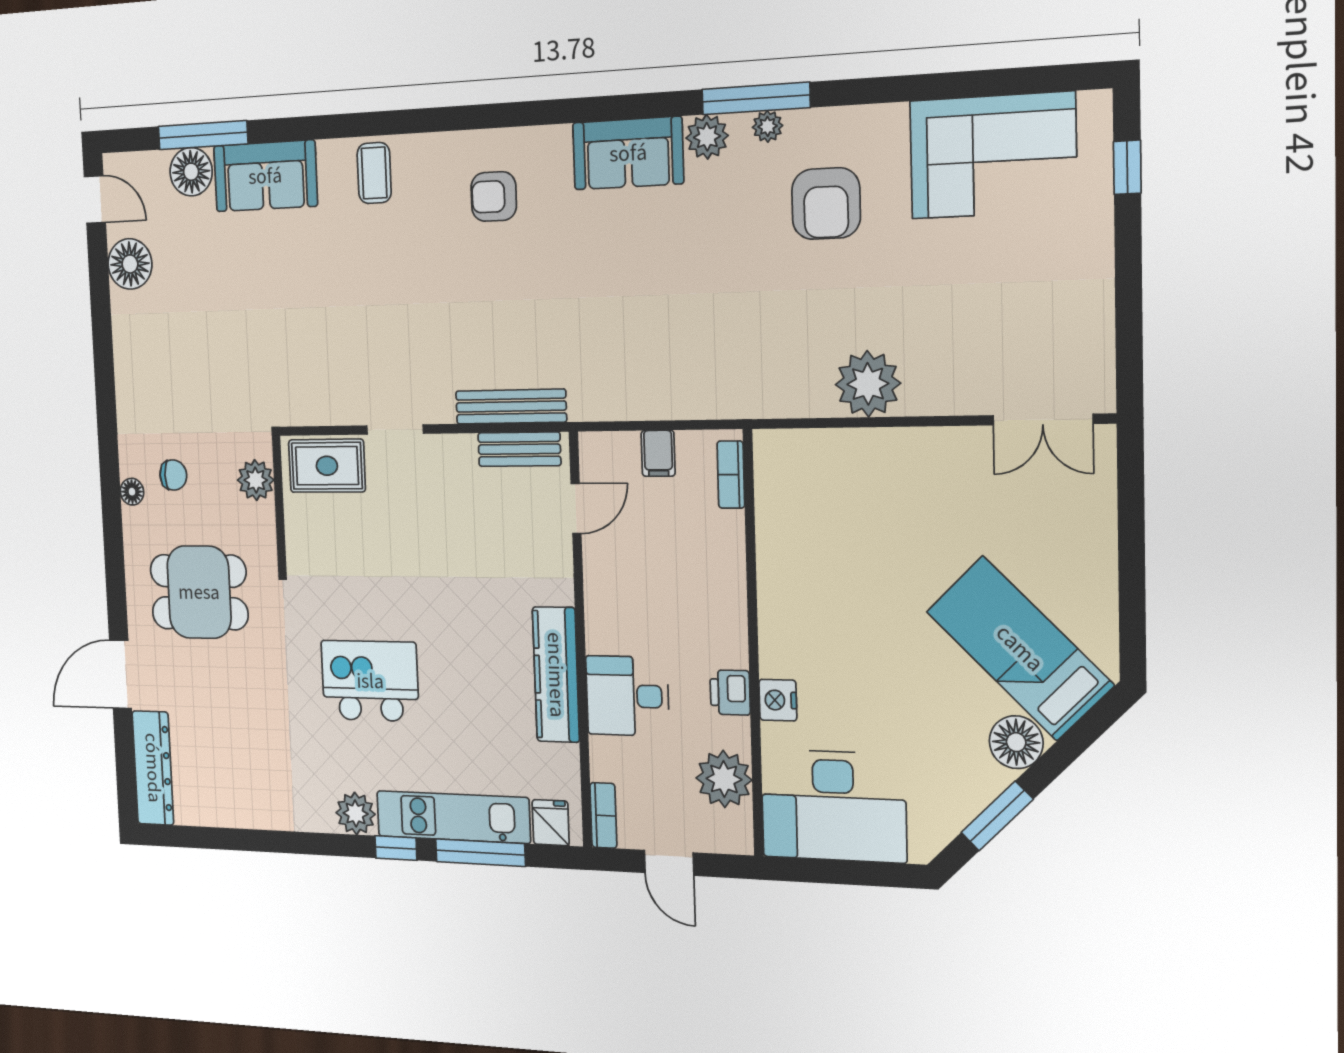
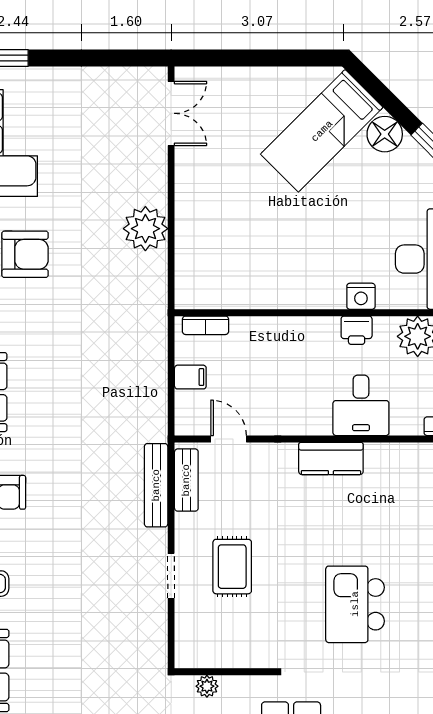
rug: (327, 466) -> (232, 567), moved
plant: (256, 480) -> (207, 686), width x0.73, depth x0.73
kitchen counter: (556, 675) -> (331, 458), width x0.67

